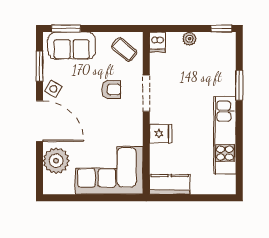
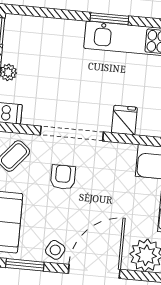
window: (239, 85) -> (109, 19), moved
doorway: (146, 93) -> (72, 134), width x1.36

